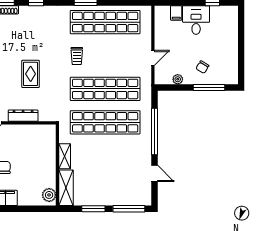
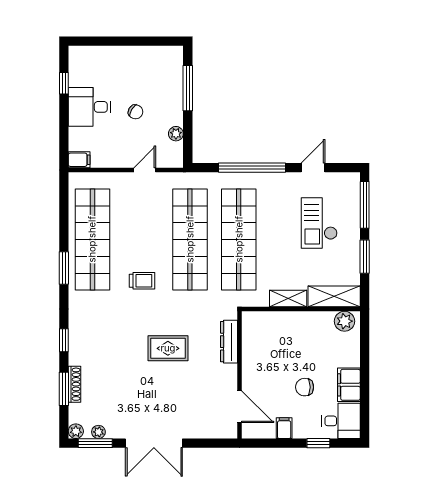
filing cabinet: (176, 13) -> (79, 160), moved
door: (153, 58) -> (145, 170), hinge flipped
chair: (202, 67) -> (135, 112), moved
dresser: (23, 116) -> (229, 342), moved
checkout: (117, 178) -> (319, 223), added

